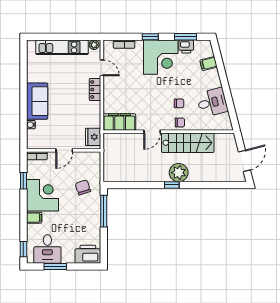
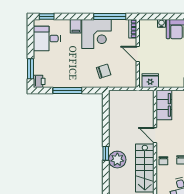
window: (23, 181) -> (110, 16), width x2.17
window: (104, 211) -> (67, 91), moved
printer: (88, 254) -> (39, 81), width x0.53, depth x0.68
window: (55, 267) -> (31, 69), moved

